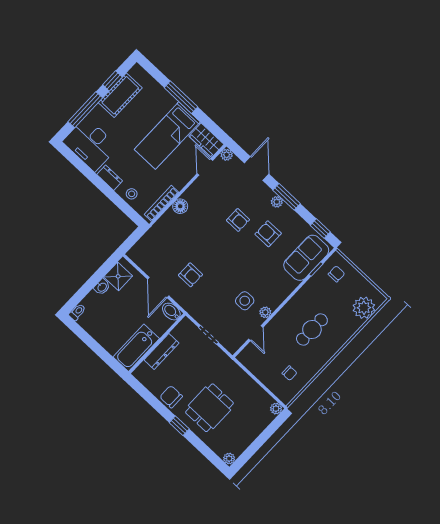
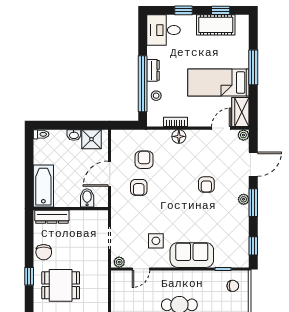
window: (85, 110) -> (184, 10), width x0.46
desk: (90, 144) -> (164, 30), width x0.73
window: (112, 196) -> (143, 84), added
bookcase: (161, 203) -> (176, 122), width x0.64
armchair: (268, 234) -> (144, 160), moved
sofa: (306, 258) -> (192, 255), moved
bidet: (171, 312) -> (87, 198), moved
plant: (265, 312) -> (119, 262), moved
bathtub: (136, 348) -> (43, 186), moved, turned 90
dresser: (161, 351) -> (52, 217), moved
chair: (171, 397) -> (44, 252), turned 180

